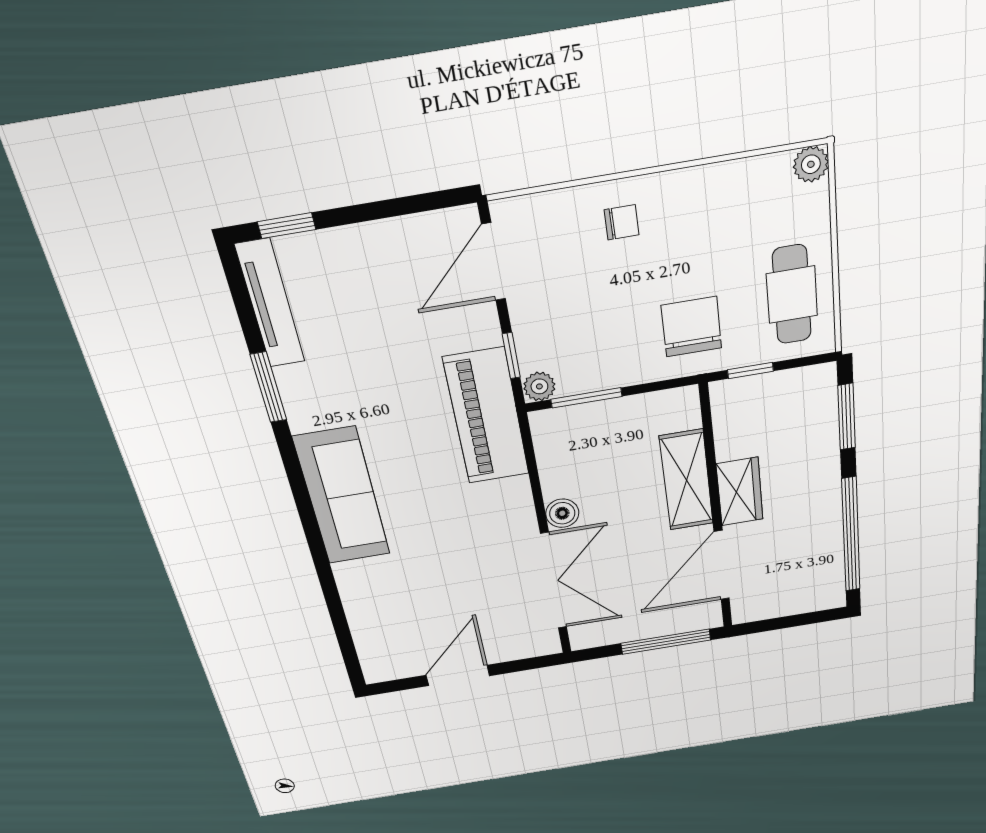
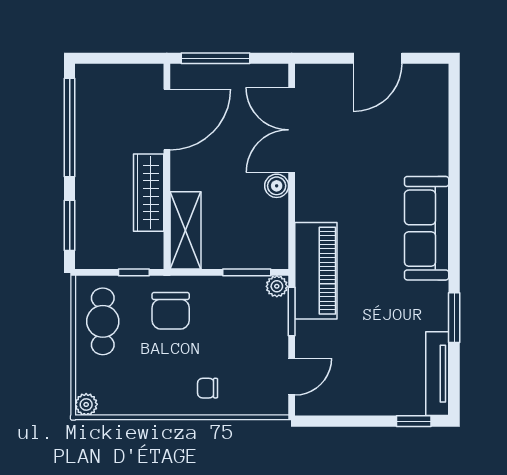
door: (494, 262) -> (292, 377), width x0.73
window: (511, 356) -> (292, 312), width x1.50
shelving: (686, 480) -> (185, 230), moved
wardrobe: (740, 492) -> (149, 193), width x1.50

